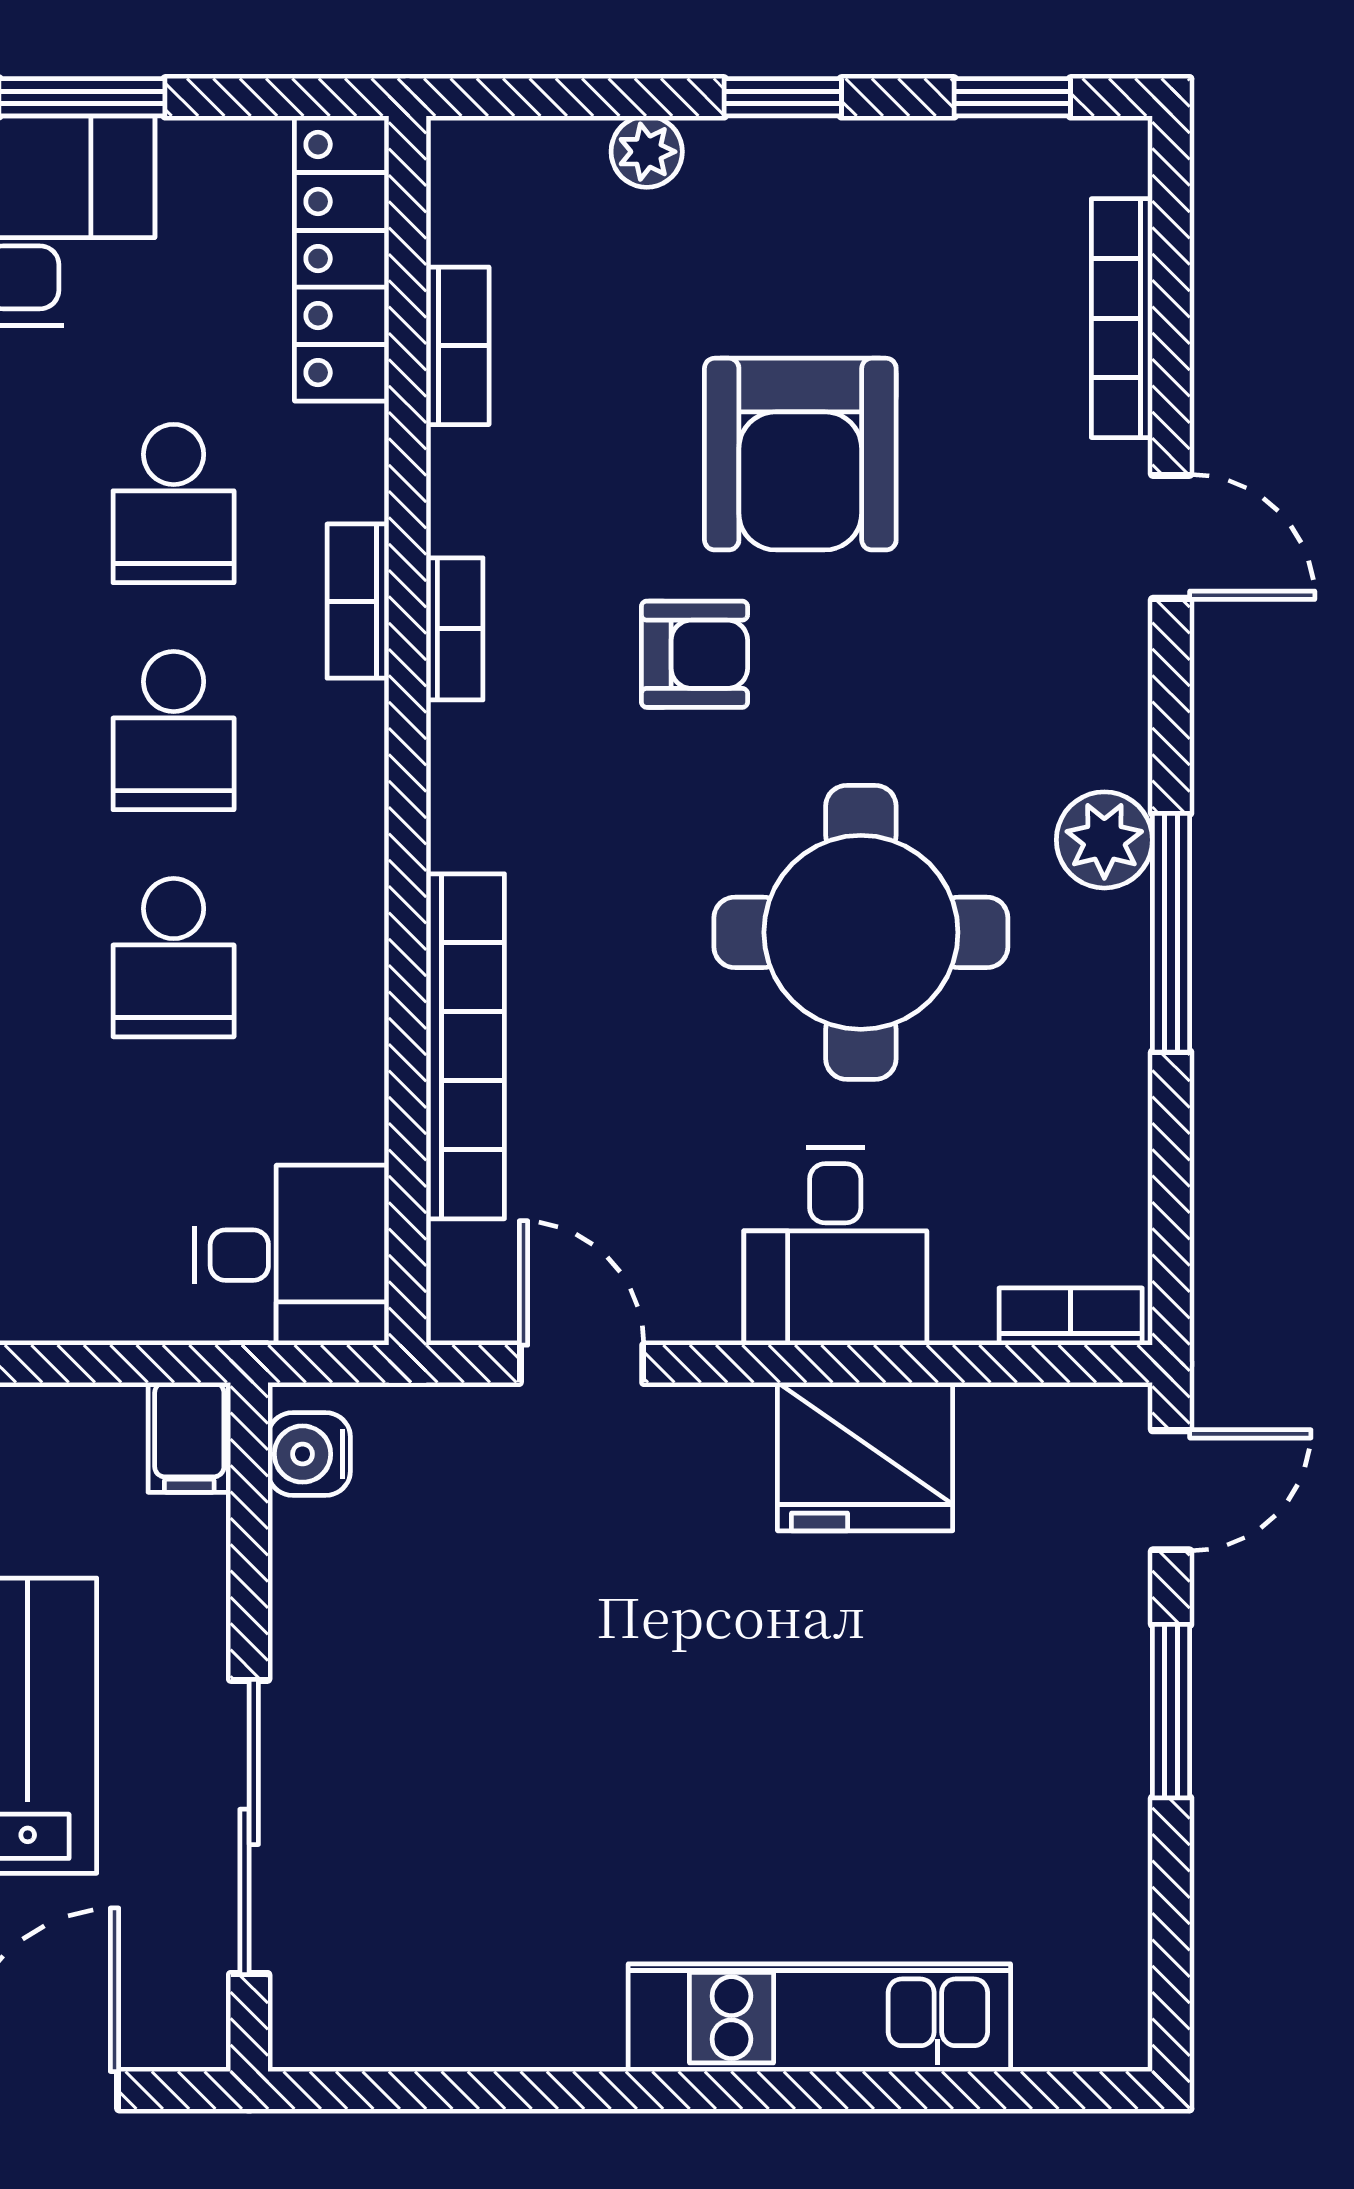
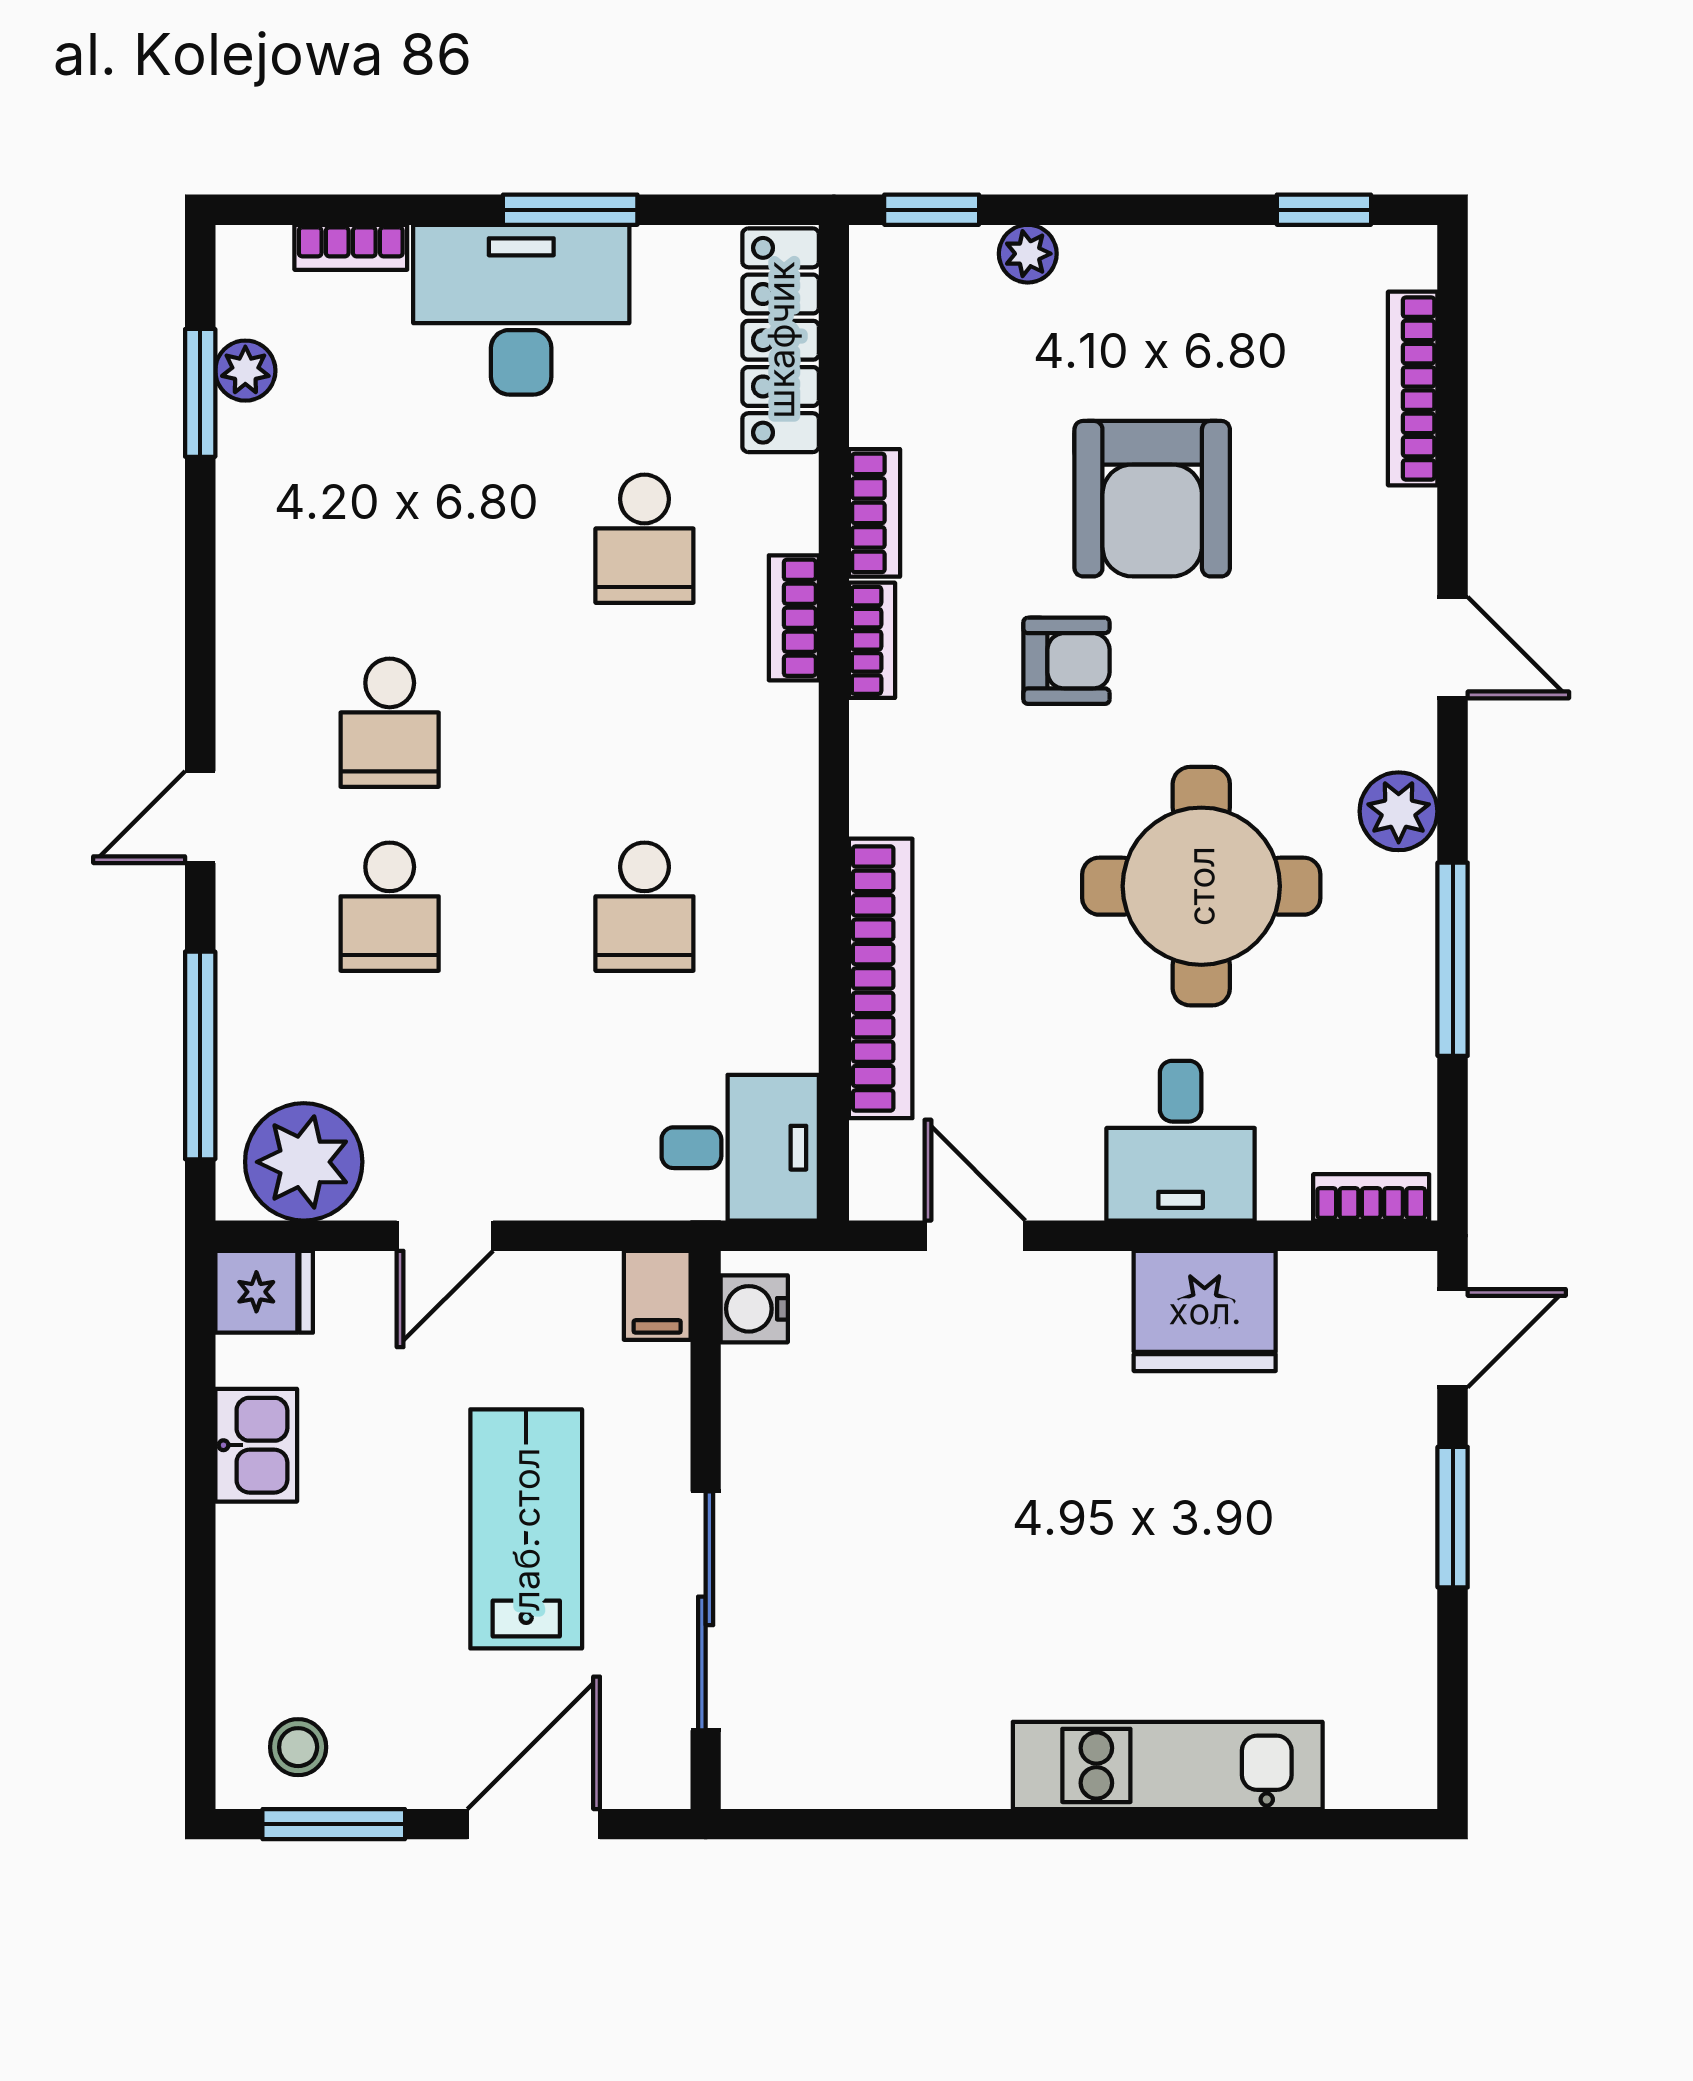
window: (783, 97) -> (932, 210), moved
bookcase: (458, 346) -> (875, 513), moved
door: (1171, 537) -> (1453, 648), moved
school desk: (174, 731) -> (644, 723), removed
window: (1171, 933) -> (1453, 959), moved

